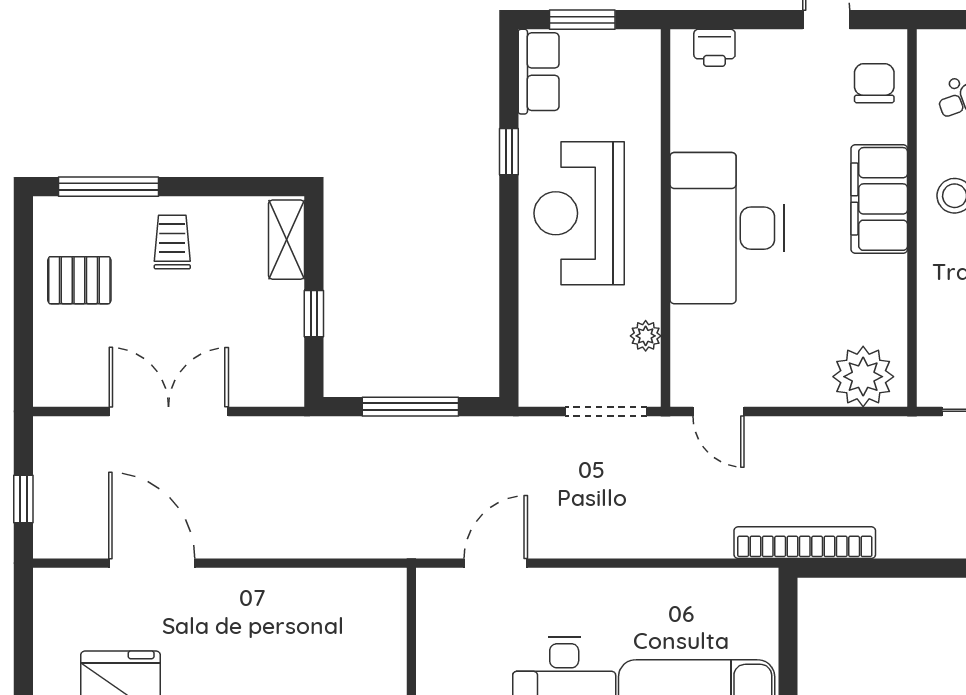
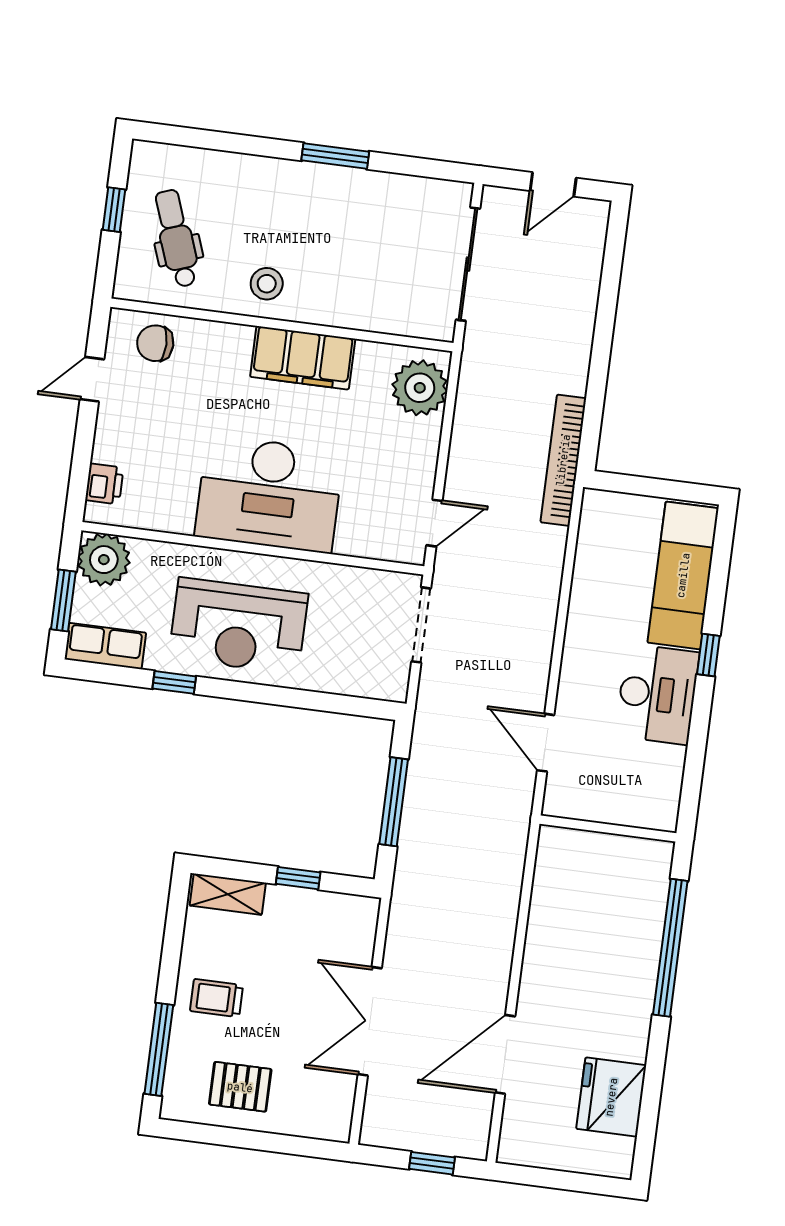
filing cabinet: (879, 199) -> (303, 358), moved
pallet: (79, 280) -> (240, 1087), turned 90
plant: (646, 336) -> (104, 560), moved, width x1.88, depth x1.88

